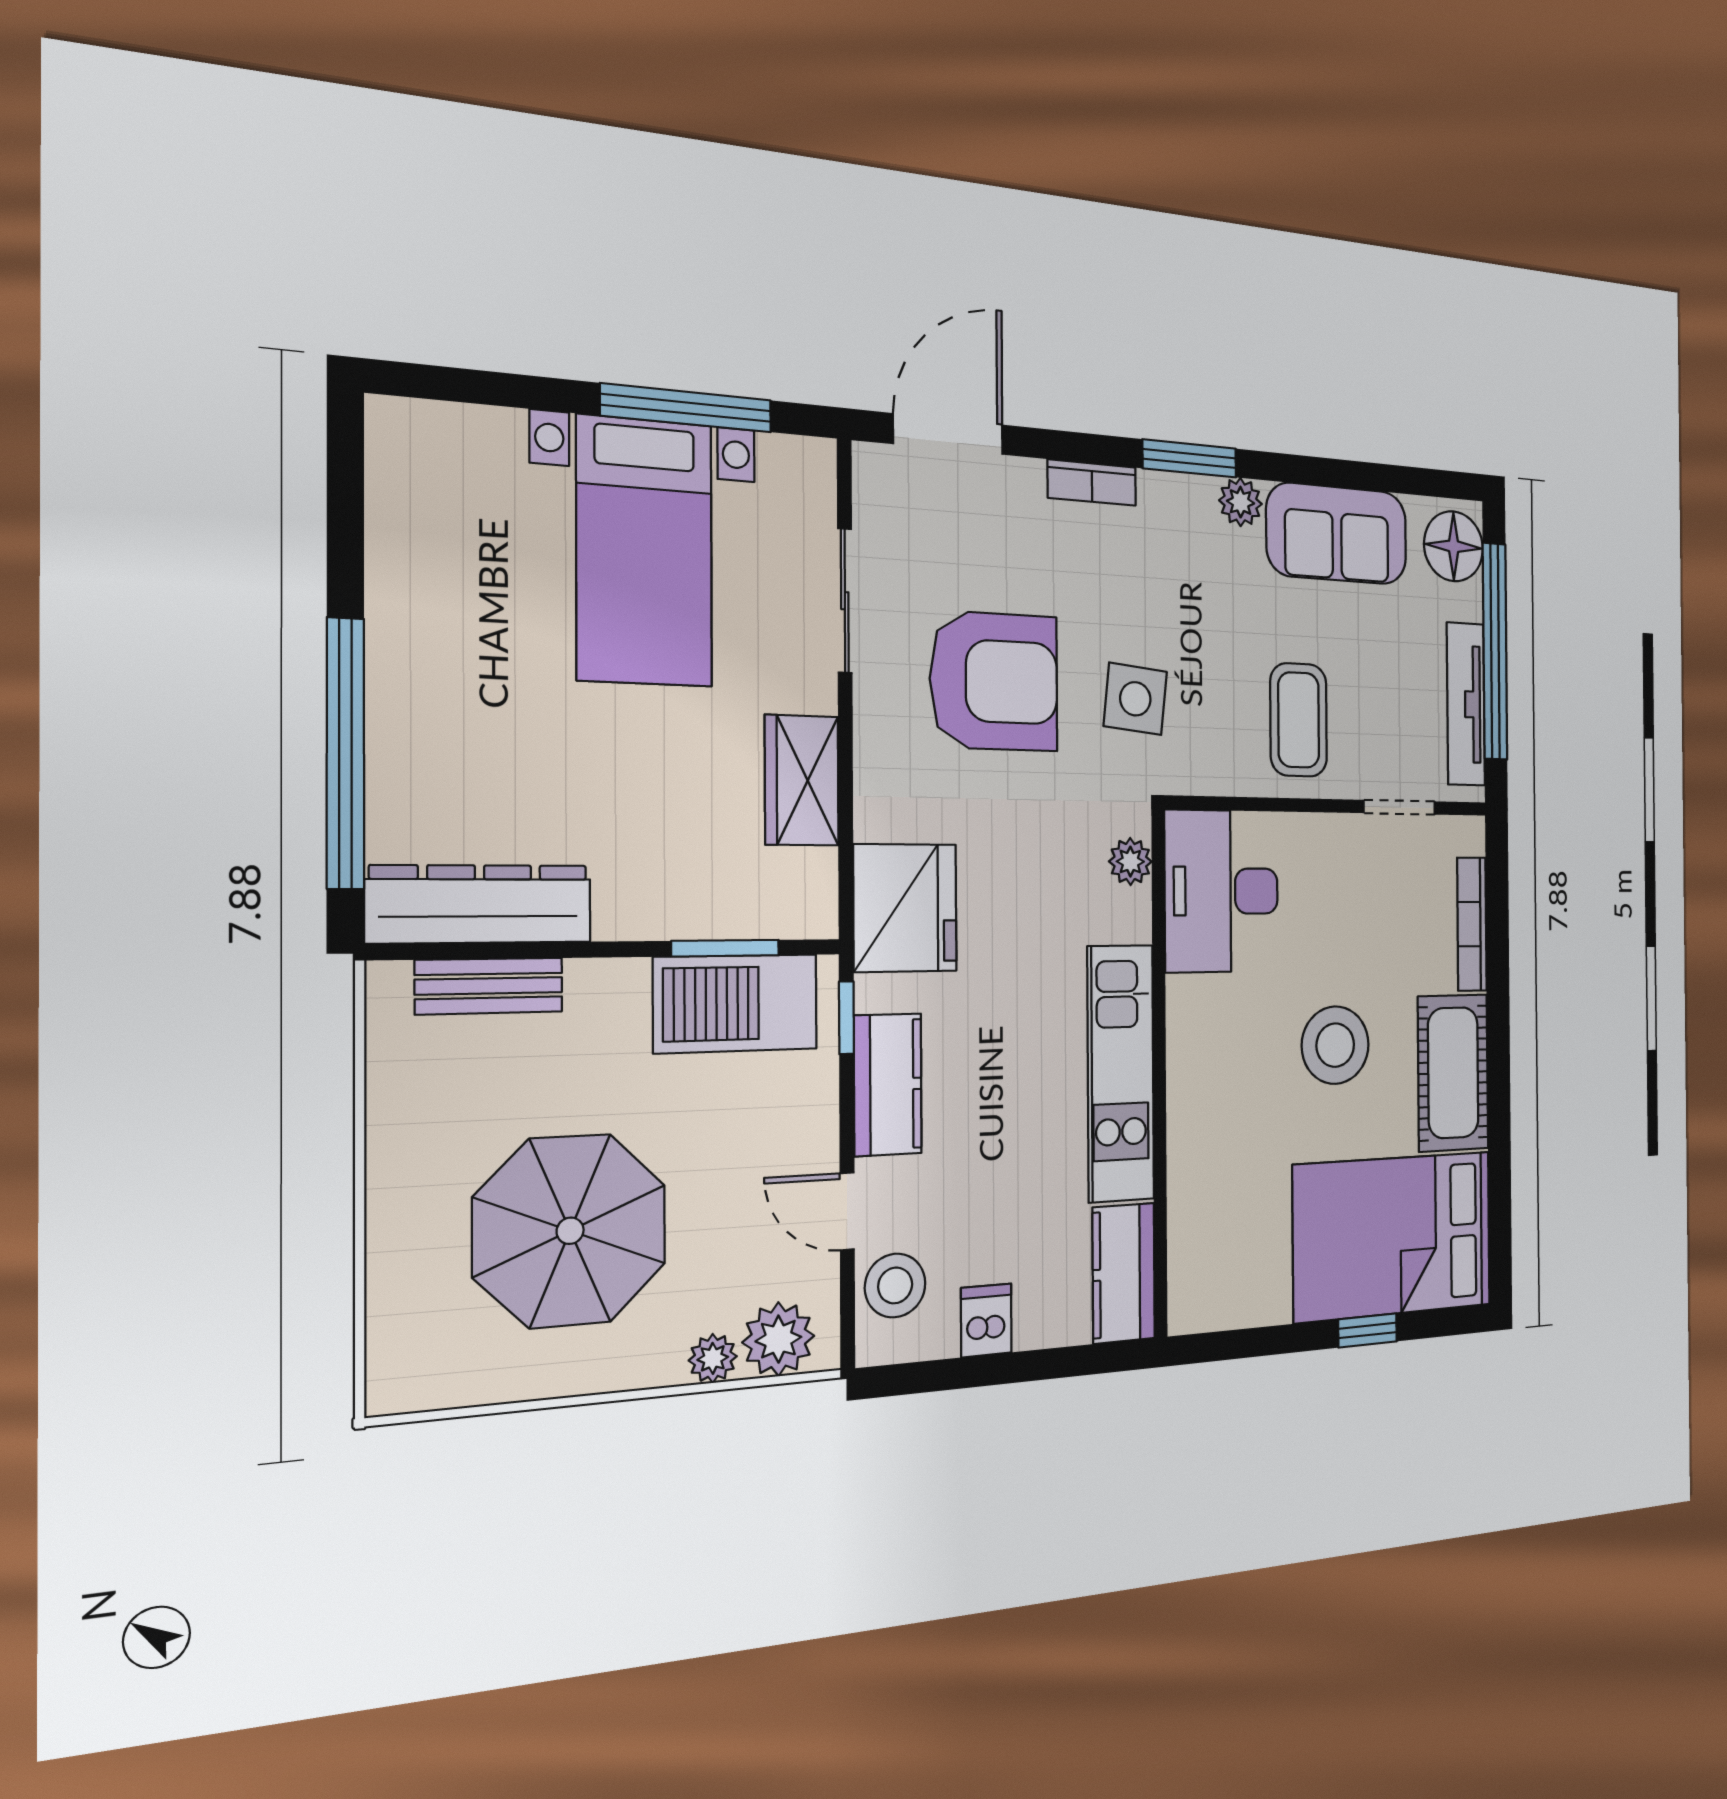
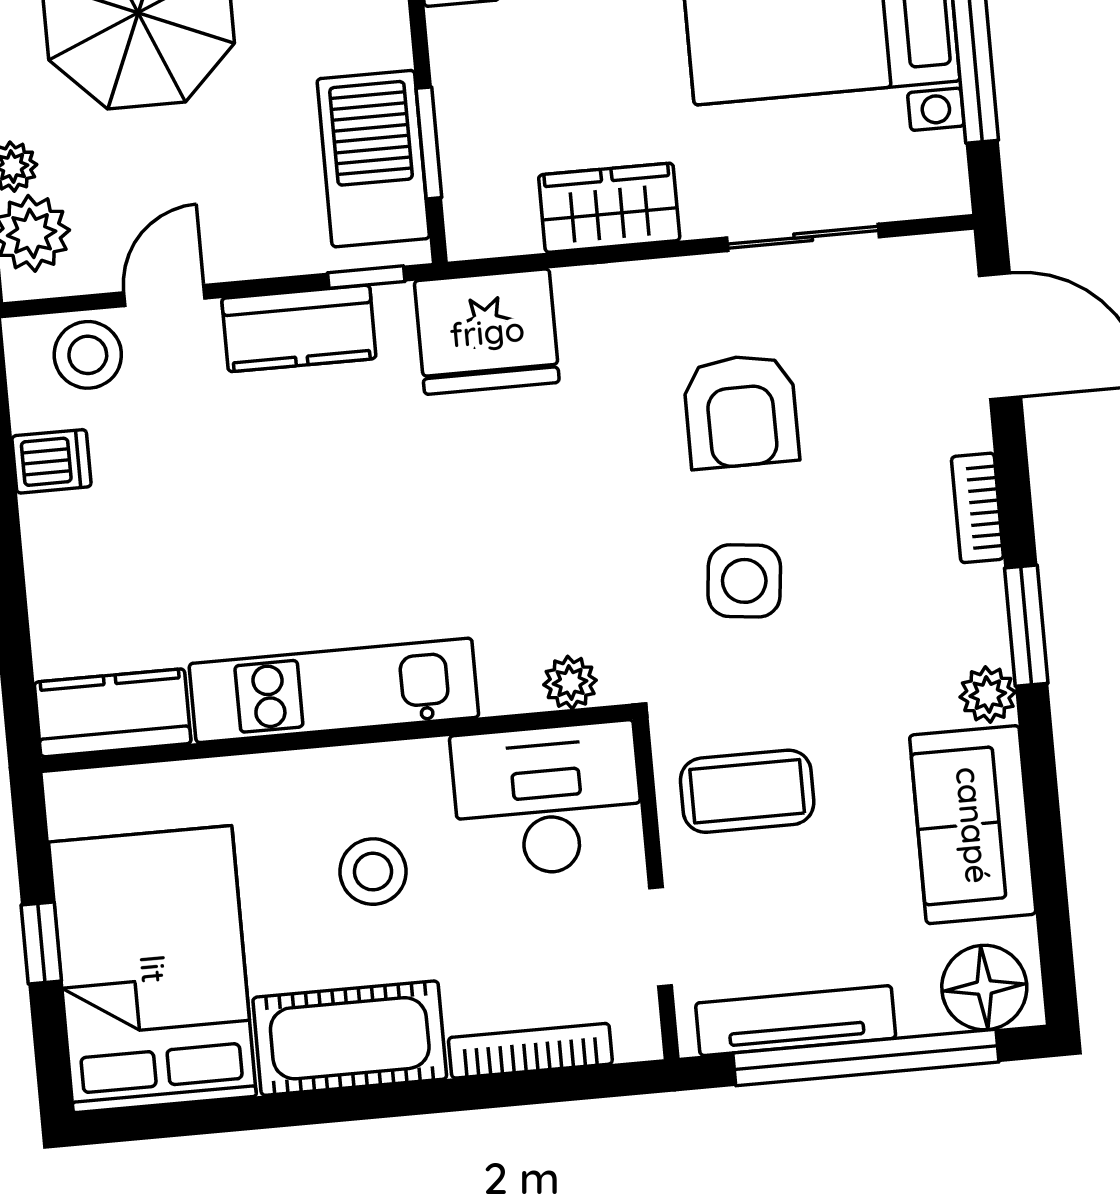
armchair: (994, 681) -> (741, 411), width x0.73, depth x0.73
plant: (1130, 862) -> (570, 682), moved
desk: (1222, 891) -> (548, 800), moved
stool: (1335, 1045) -> (373, 872), width x0.73, depth x0.73
kitchen unit: (1121, 1073) -> (334, 690), moved
wall: (1159, 1073) -> (337, 738), moved
kitchen counter: (1124, 1273) -> (113, 713), moved

